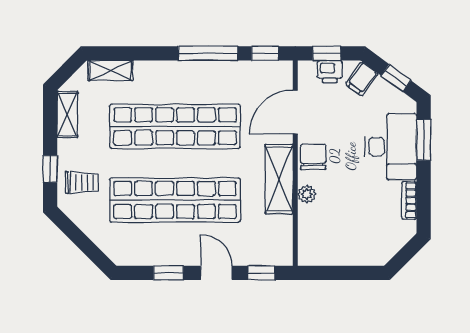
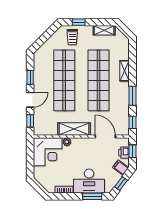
window: (208, 53) -> (133, 96), width x0.69
shelving: (110, 70) -> (125, 71), moved
chair: (313, 157) -> (84, 145), removed
corner desk: (328, 236) -> (48, 152), added

